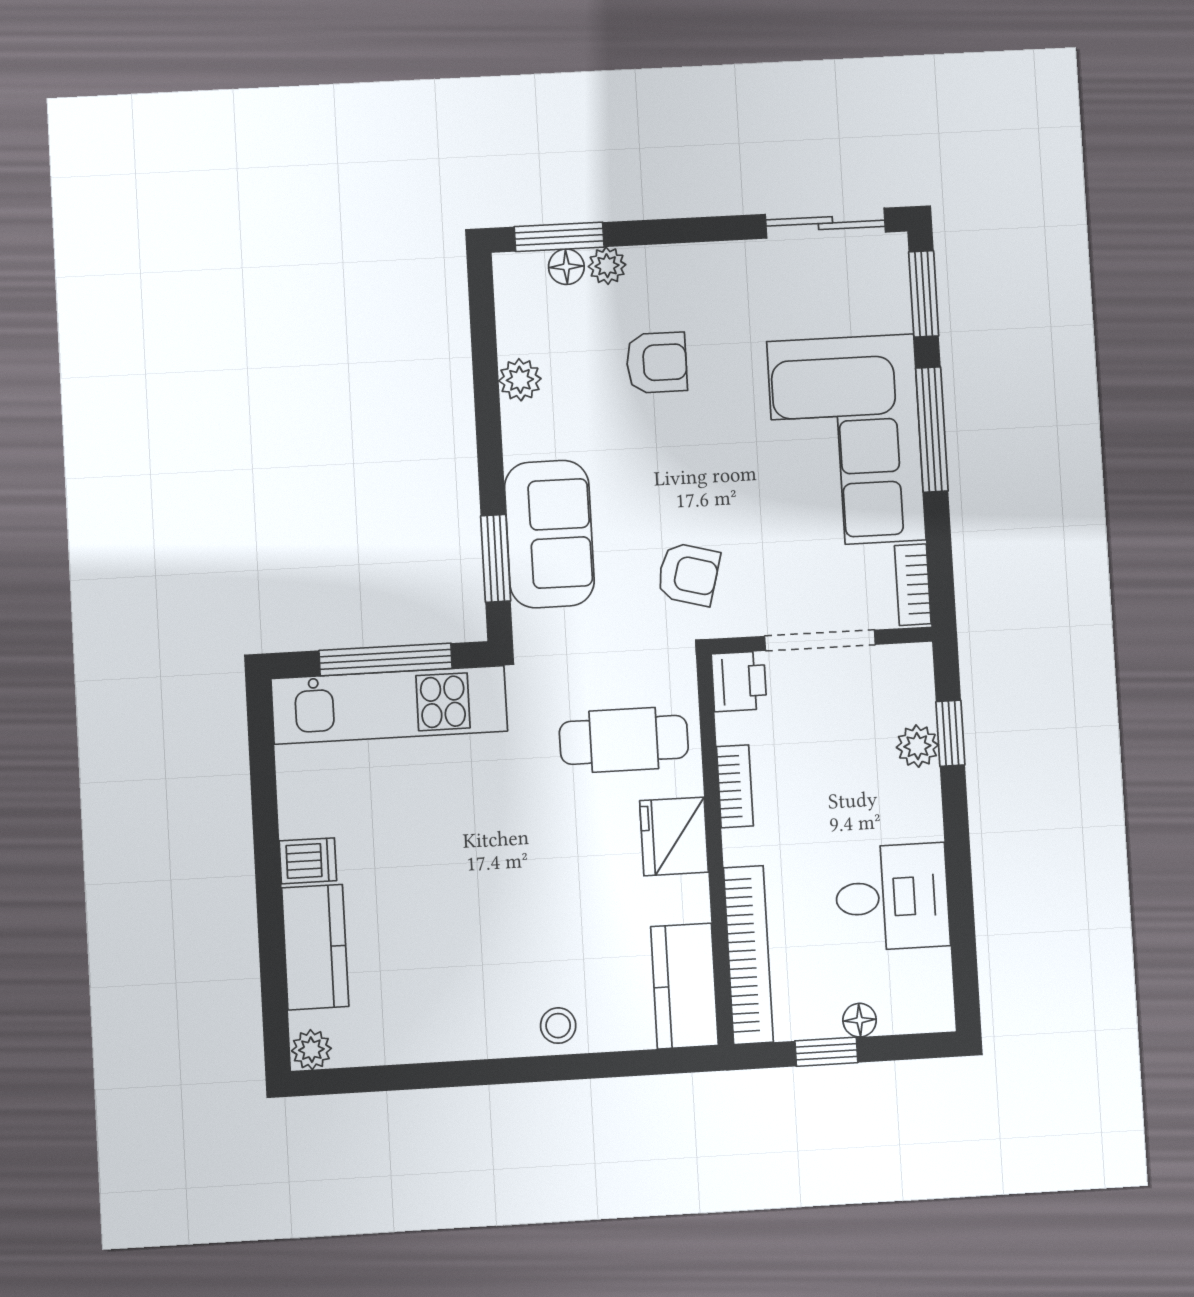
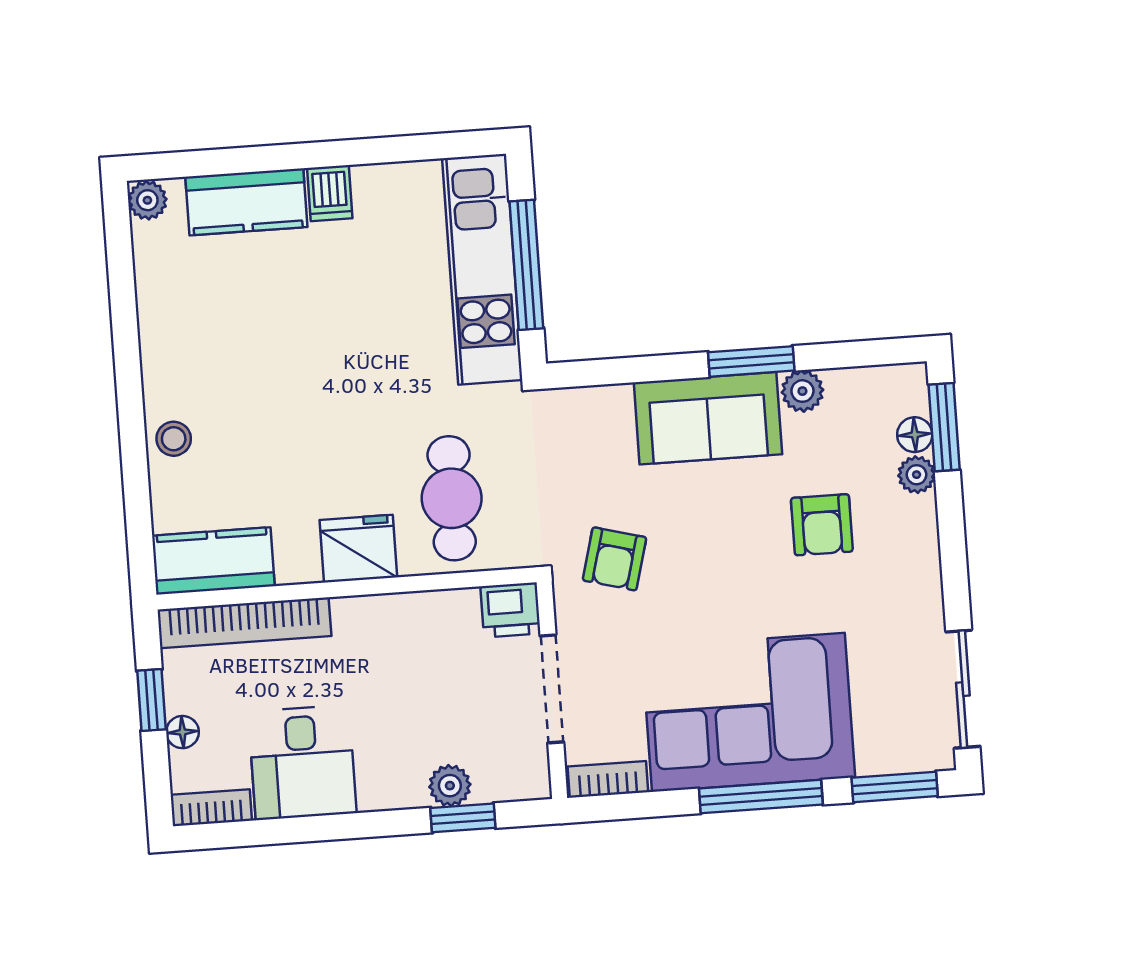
sofa: (549, 534) -> (708, 418), moved
window: (496, 558) -> (751, 361), moved
bookcase: (735, 786) -> (211, 808), moved, turned 180

